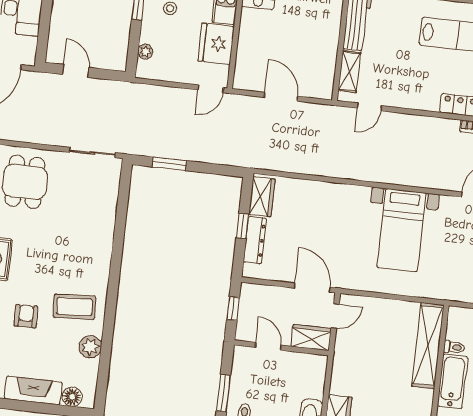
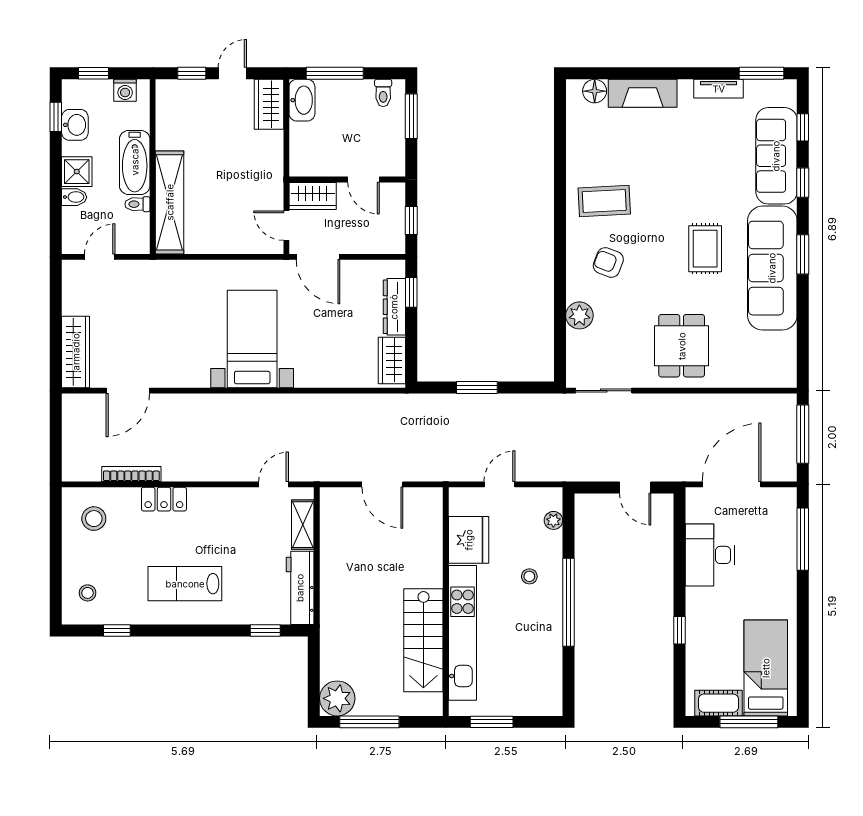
door: (211, 89) -> (499, 484), moved
window: (169, 164) -> (477, 388), moved
window: (242, 226) -> (411, 292), moved
bed with nightstands: (401, 230) -> (252, 339), moved
armchair: (26, 316) -> (608, 262), moved, turned 112
door: (335, 316) -> (286, 226), hinge flipped
plant: (90, 347) -> (579, 315), moved

